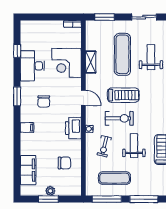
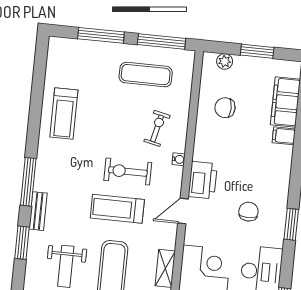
door: (83, 98) -> (183, 211), hinge flipped
filing cabinet: (27, 127) -> (284, 136), moved
printer: (73, 128) -> (203, 180), moved
weight bench: (134, 146) -> (108, 124), removed
plant: (50, 191) -> (225, 61), moved

